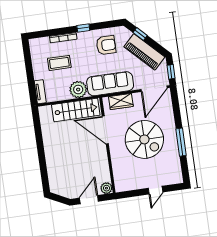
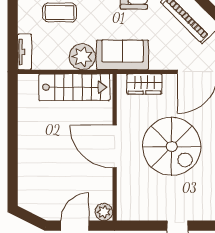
sofa: (110, 84) -> (122, 55), width x0.73
door: (105, 130) -> (115, 147), moved

